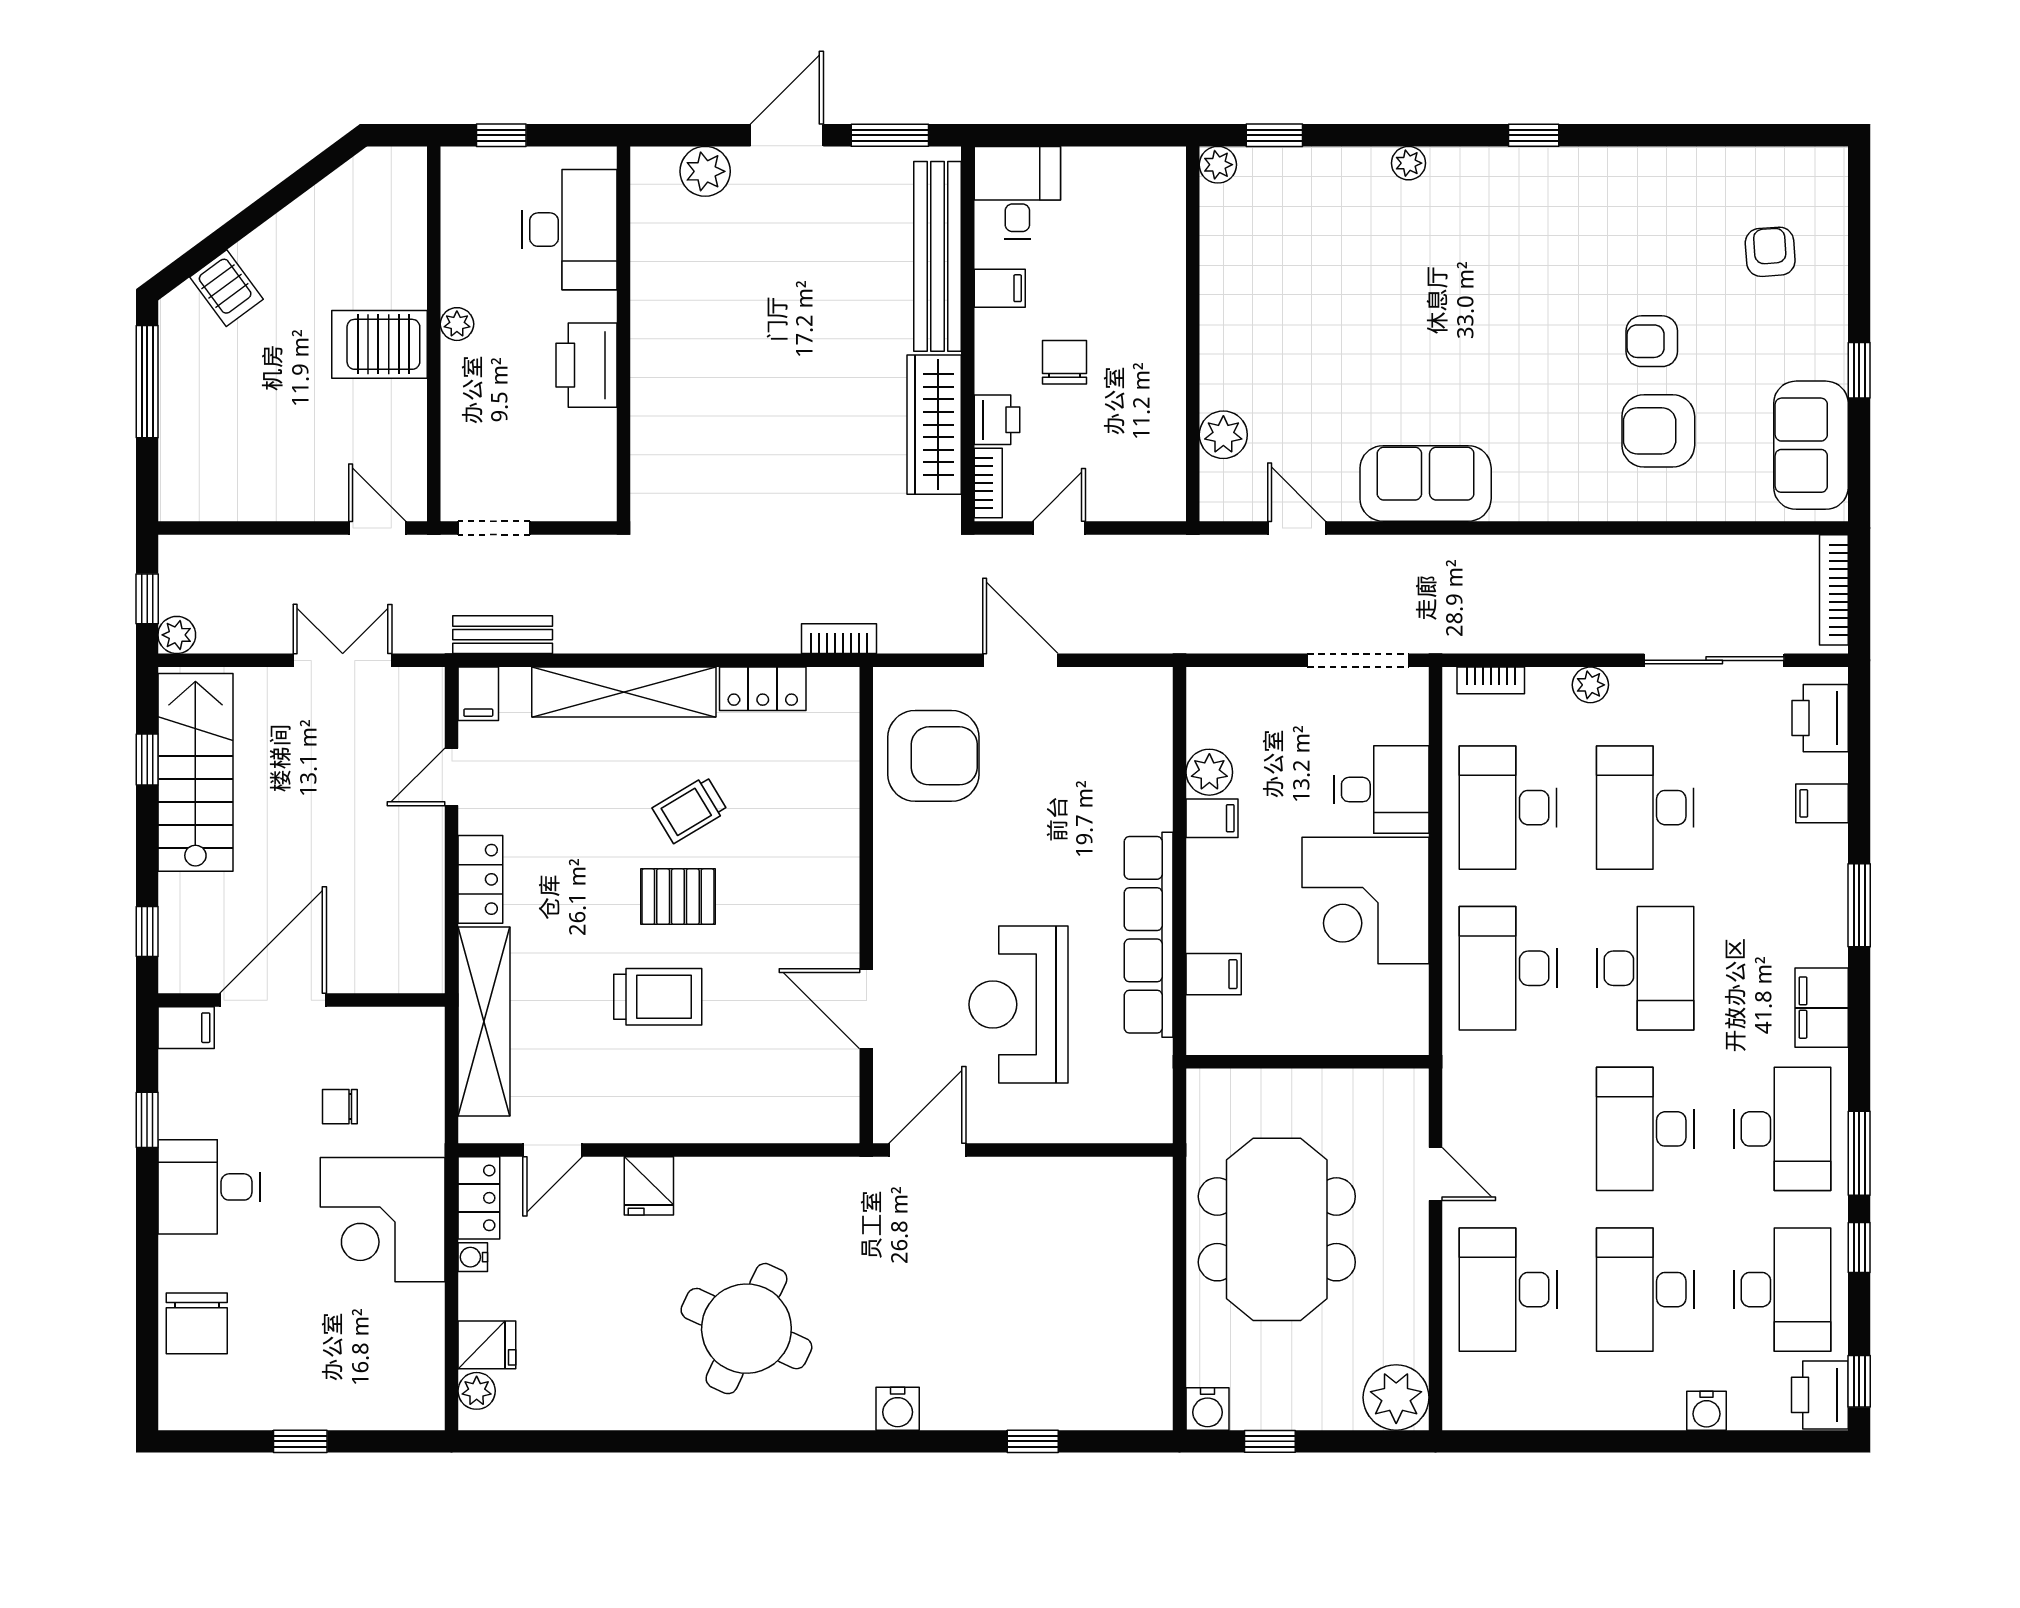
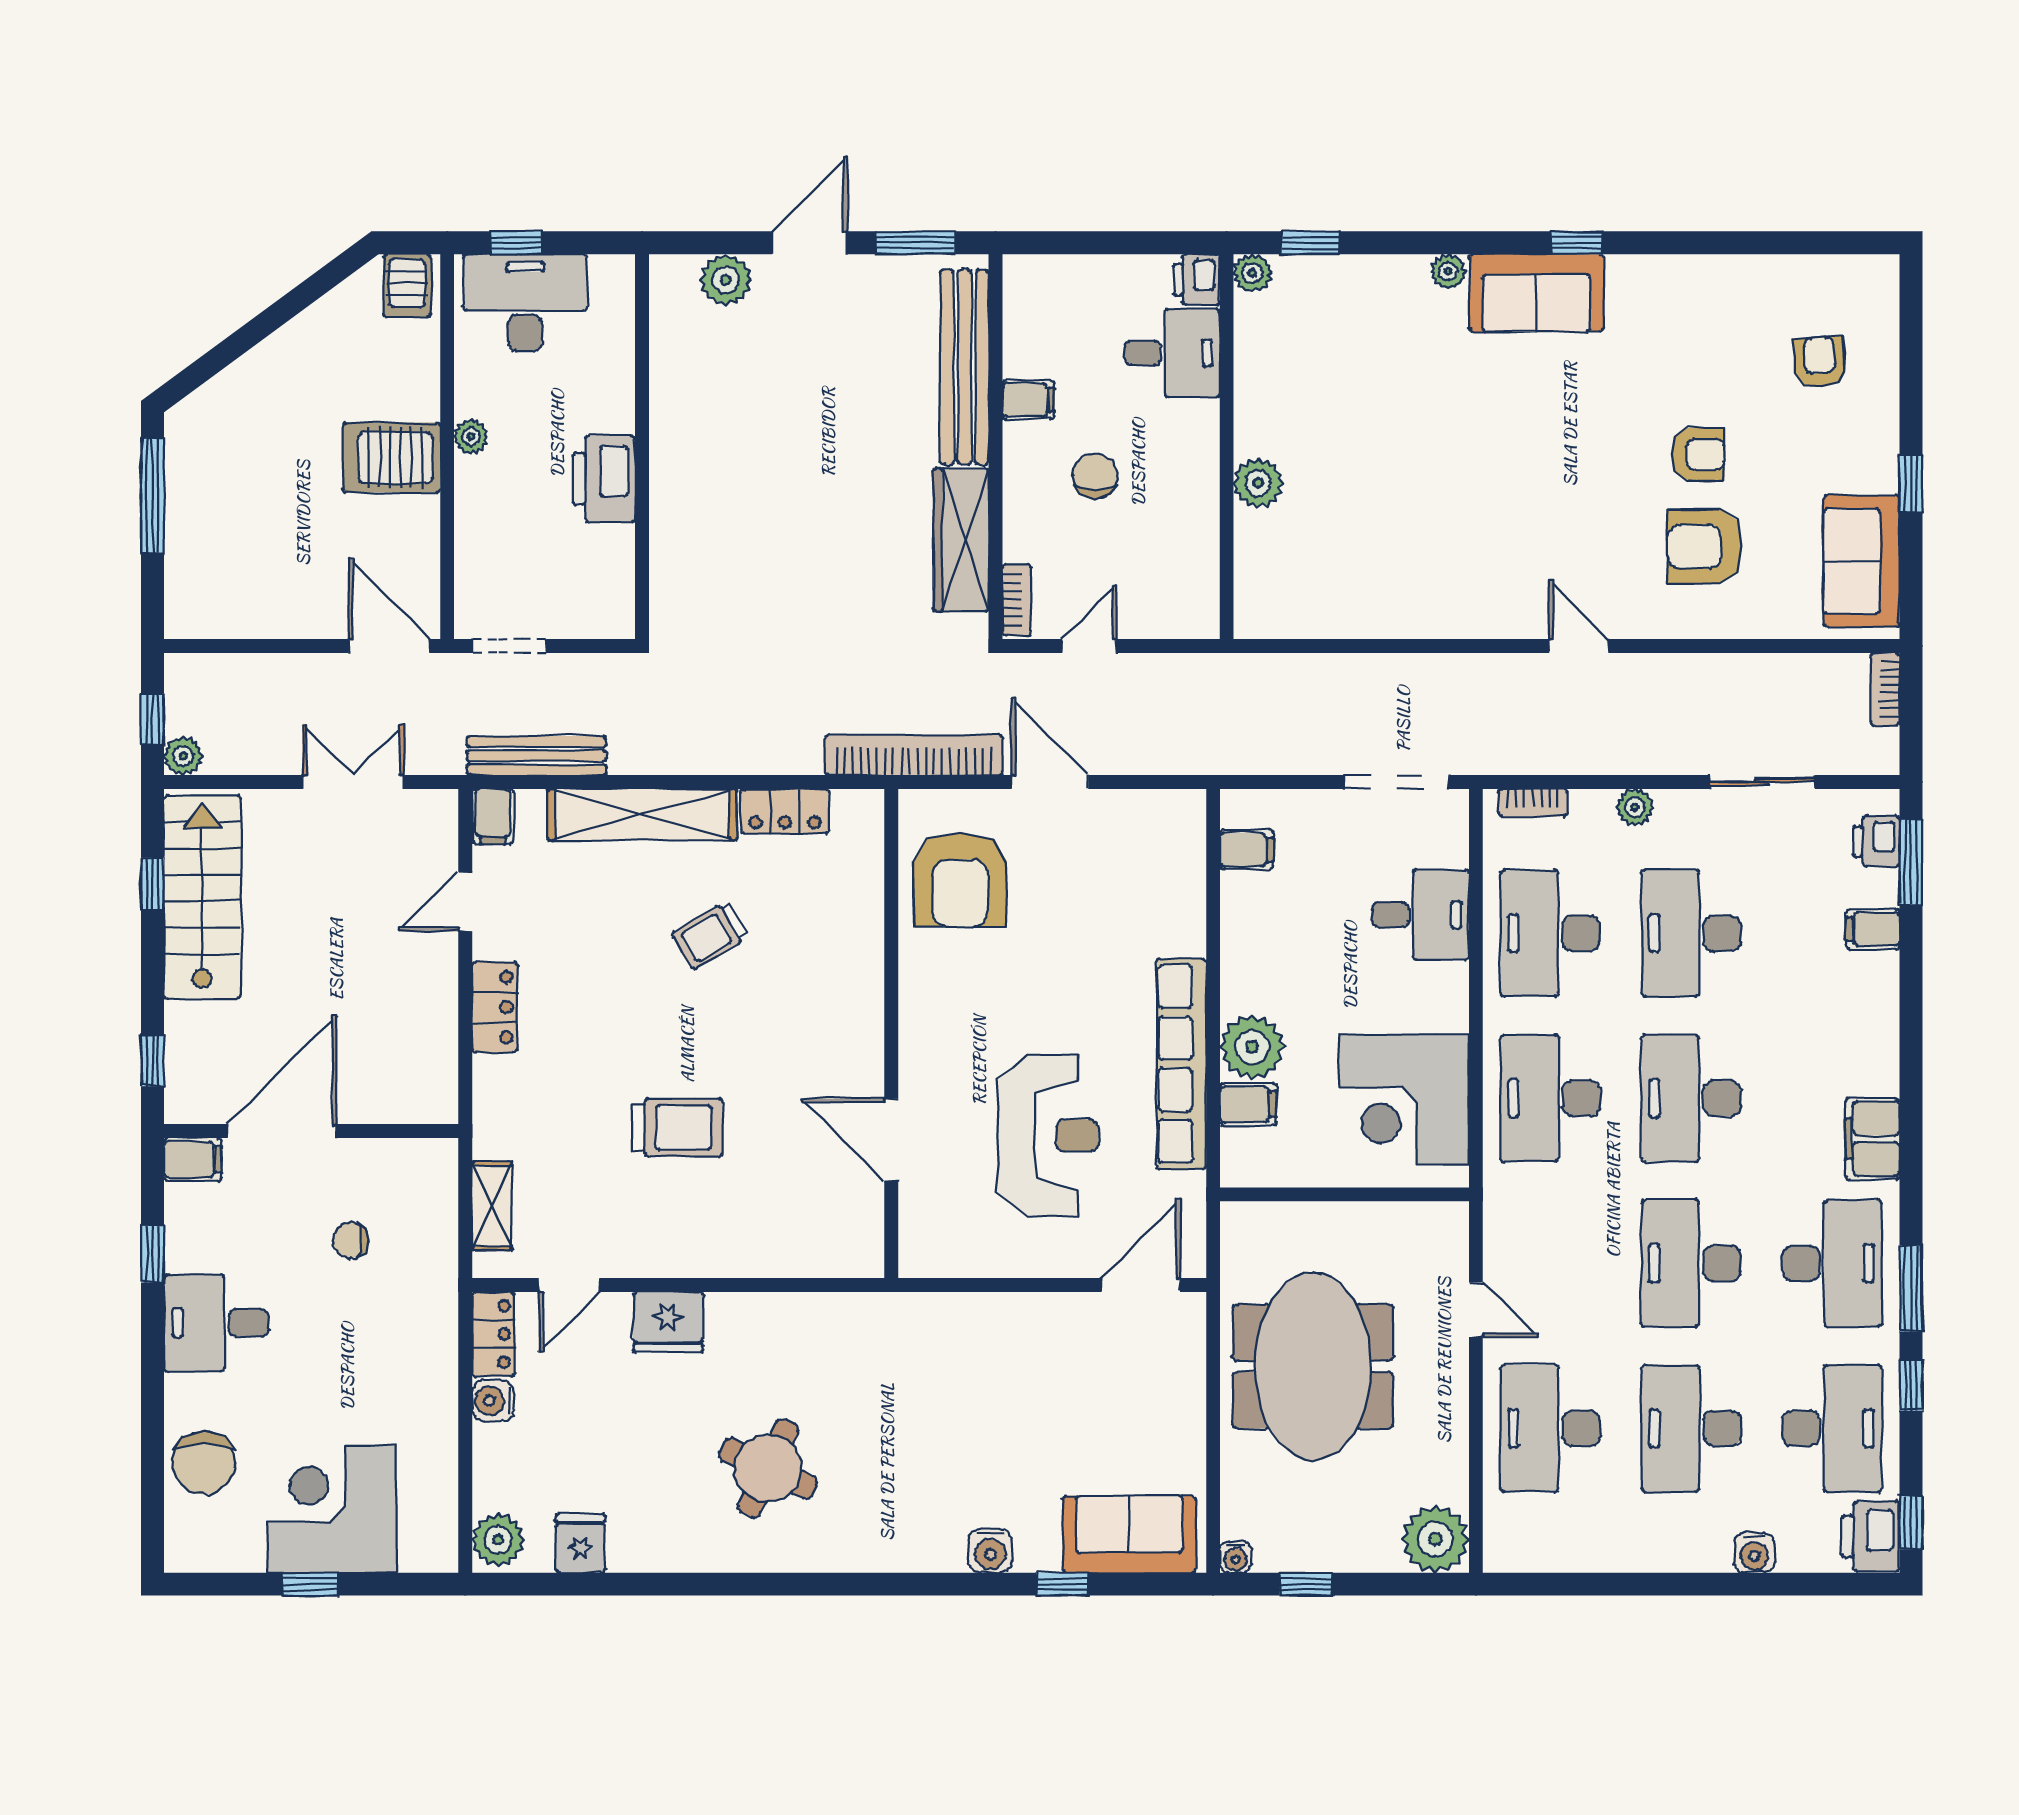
desk: (1017, 193) -> (1172, 353), moved, turned 90
desk: (570, 230) -> (525, 303), moved, turned -90
server rack: (227, 288) -> (407, 286), moved, turned 36
armchair: (1652, 341) -> (1698, 454), turned 180
printer: (997, 420) -> (1197, 280), moved, turned 180
plant: (1223, 435) -> (1258, 483), moved
sofa: (1426, 483) -> (1536, 293), moved, turned 180
door: (377, 528) -> (389, 646), width x1.38
door: (1297, 528) -> (1579, 646), moved
bookcase: (1834, 590) -> (1885, 689), width x0.64
bench: (503, 635) -> (536, 756), width x1.36
bookcase: (839, 639) -> (914, 755), width x2.31, depth x1.31
sliding door: (1714, 660) -> (1762, 782), width x0.73
printer: (1820, 718) -> (1876, 841), width x0.73, depth x0.81
armchair: (933, 756) -> (960, 880), turned 90
plant: (1209, 772) -> (1252, 1047), moved, width x1.36, depth x1.36
filing cabinet: (1212, 818) -> (1246, 850), moved
pallet: (678, 897) -> (698, 1025), removed
corner desk: (1365, 900) -> (1404, 1100), moved
window: (1859, 905) -> (1911, 862), moved
desk: (1645, 968) -> (1691, 1098), turned 180
reception desk: (1019, 1004) -> (1048, 1135), turned 180
shelving: (484, 1021) -> (492, 1206), width x0.45, depth x0.75
door: (927, 1150) -> (1141, 1285), moved
fridge: (649, 1186) -> (668, 1322), width x1.38
corner desk: (383, 1220) -> (332, 1509), moved, turned 90
water cooler: (473, 1257) -> (493, 1401), width x1.38, depth x1.38
round table: (746, 1329) -> (768, 1468), width x0.73, depth x0.73
fridge: (487, 1345) -> (580, 1543), moved, turned -90
plant: (477, 1391) -> (498, 1540), width x1.38, depth x1.38
sofa: (1098, 1393) -> (1129, 1534), added
water cooler: (898, 1409) -> (990, 1551), moved
water cooler: (1208, 1409) -> (1236, 1557), width x0.72, depth x0.72

